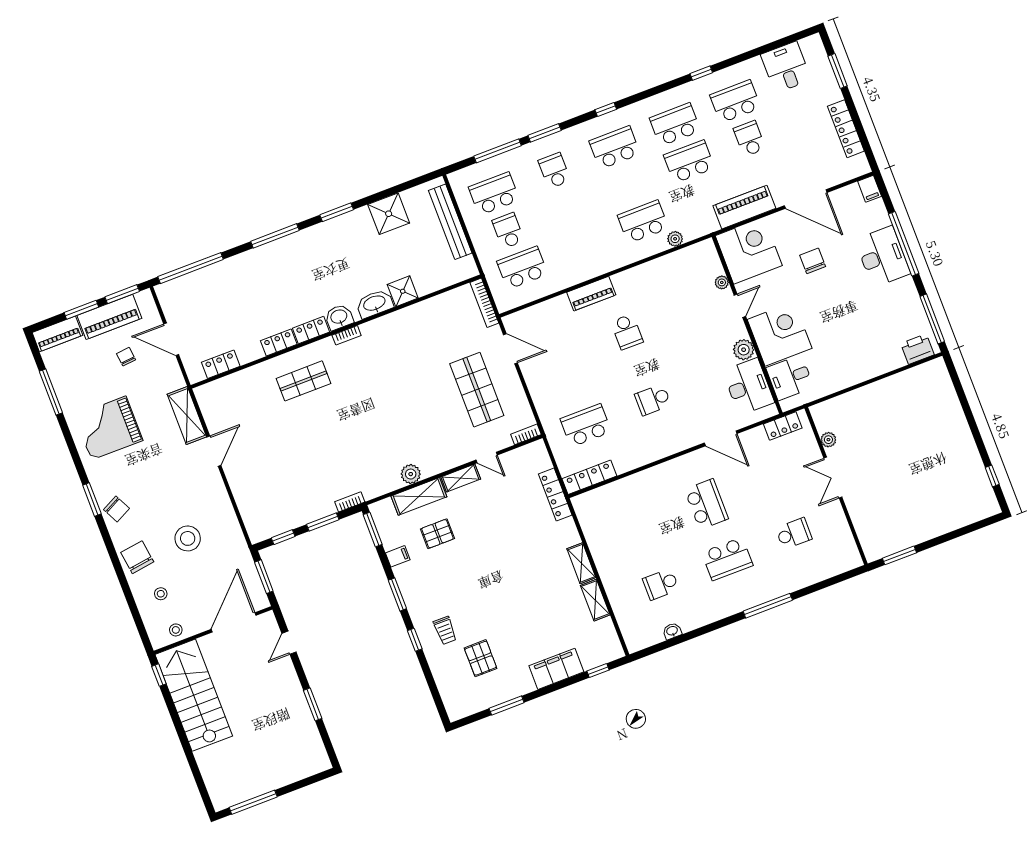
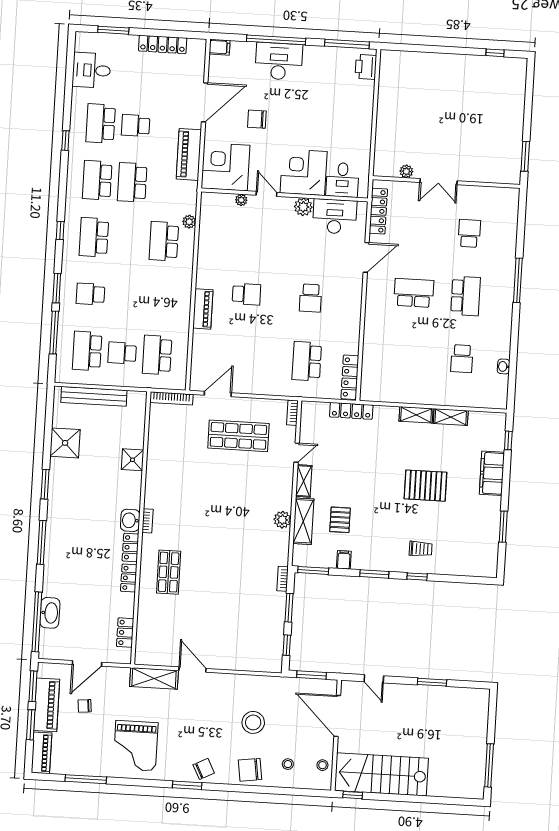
washbasin: (375, 304) -> (50, 613), moved, turned 180
locker: (783, 426) -> (378, 211), width x1.53
pallet: (481, 658) -> (425, 486), moved, width x1.50, depth x1.42

